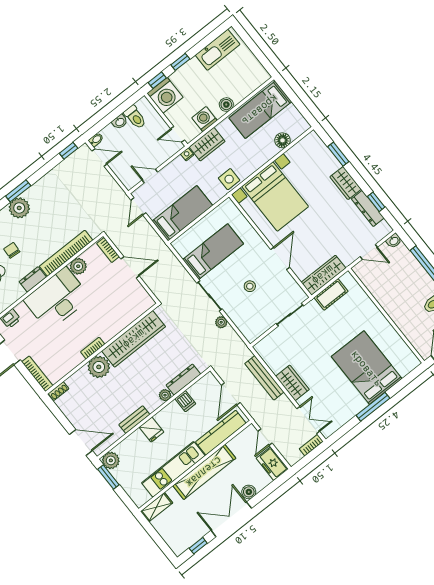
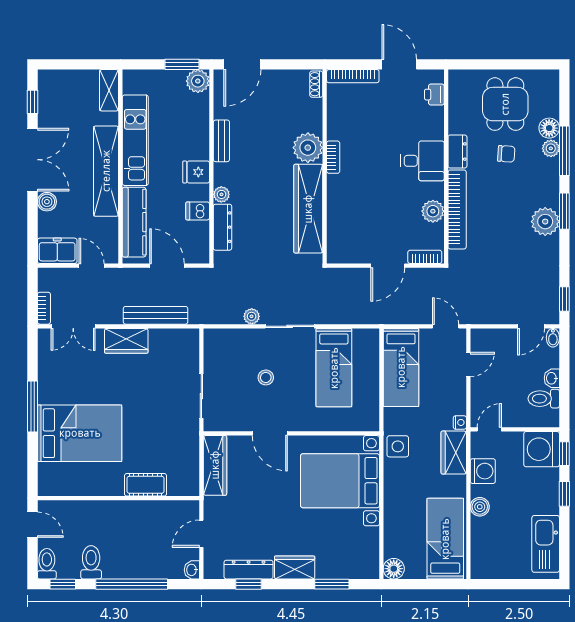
floor lamp: (283, 140) -> (394, 569), moved
plant: (19, 208) -> (545, 222), moved
cot: (331, 294) -> (146, 485), moved, turned 90
desk: (57, 299) -> (422, 161), width x0.53, depth x0.77
fridge: (152, 430) -> (196, 172), moved

